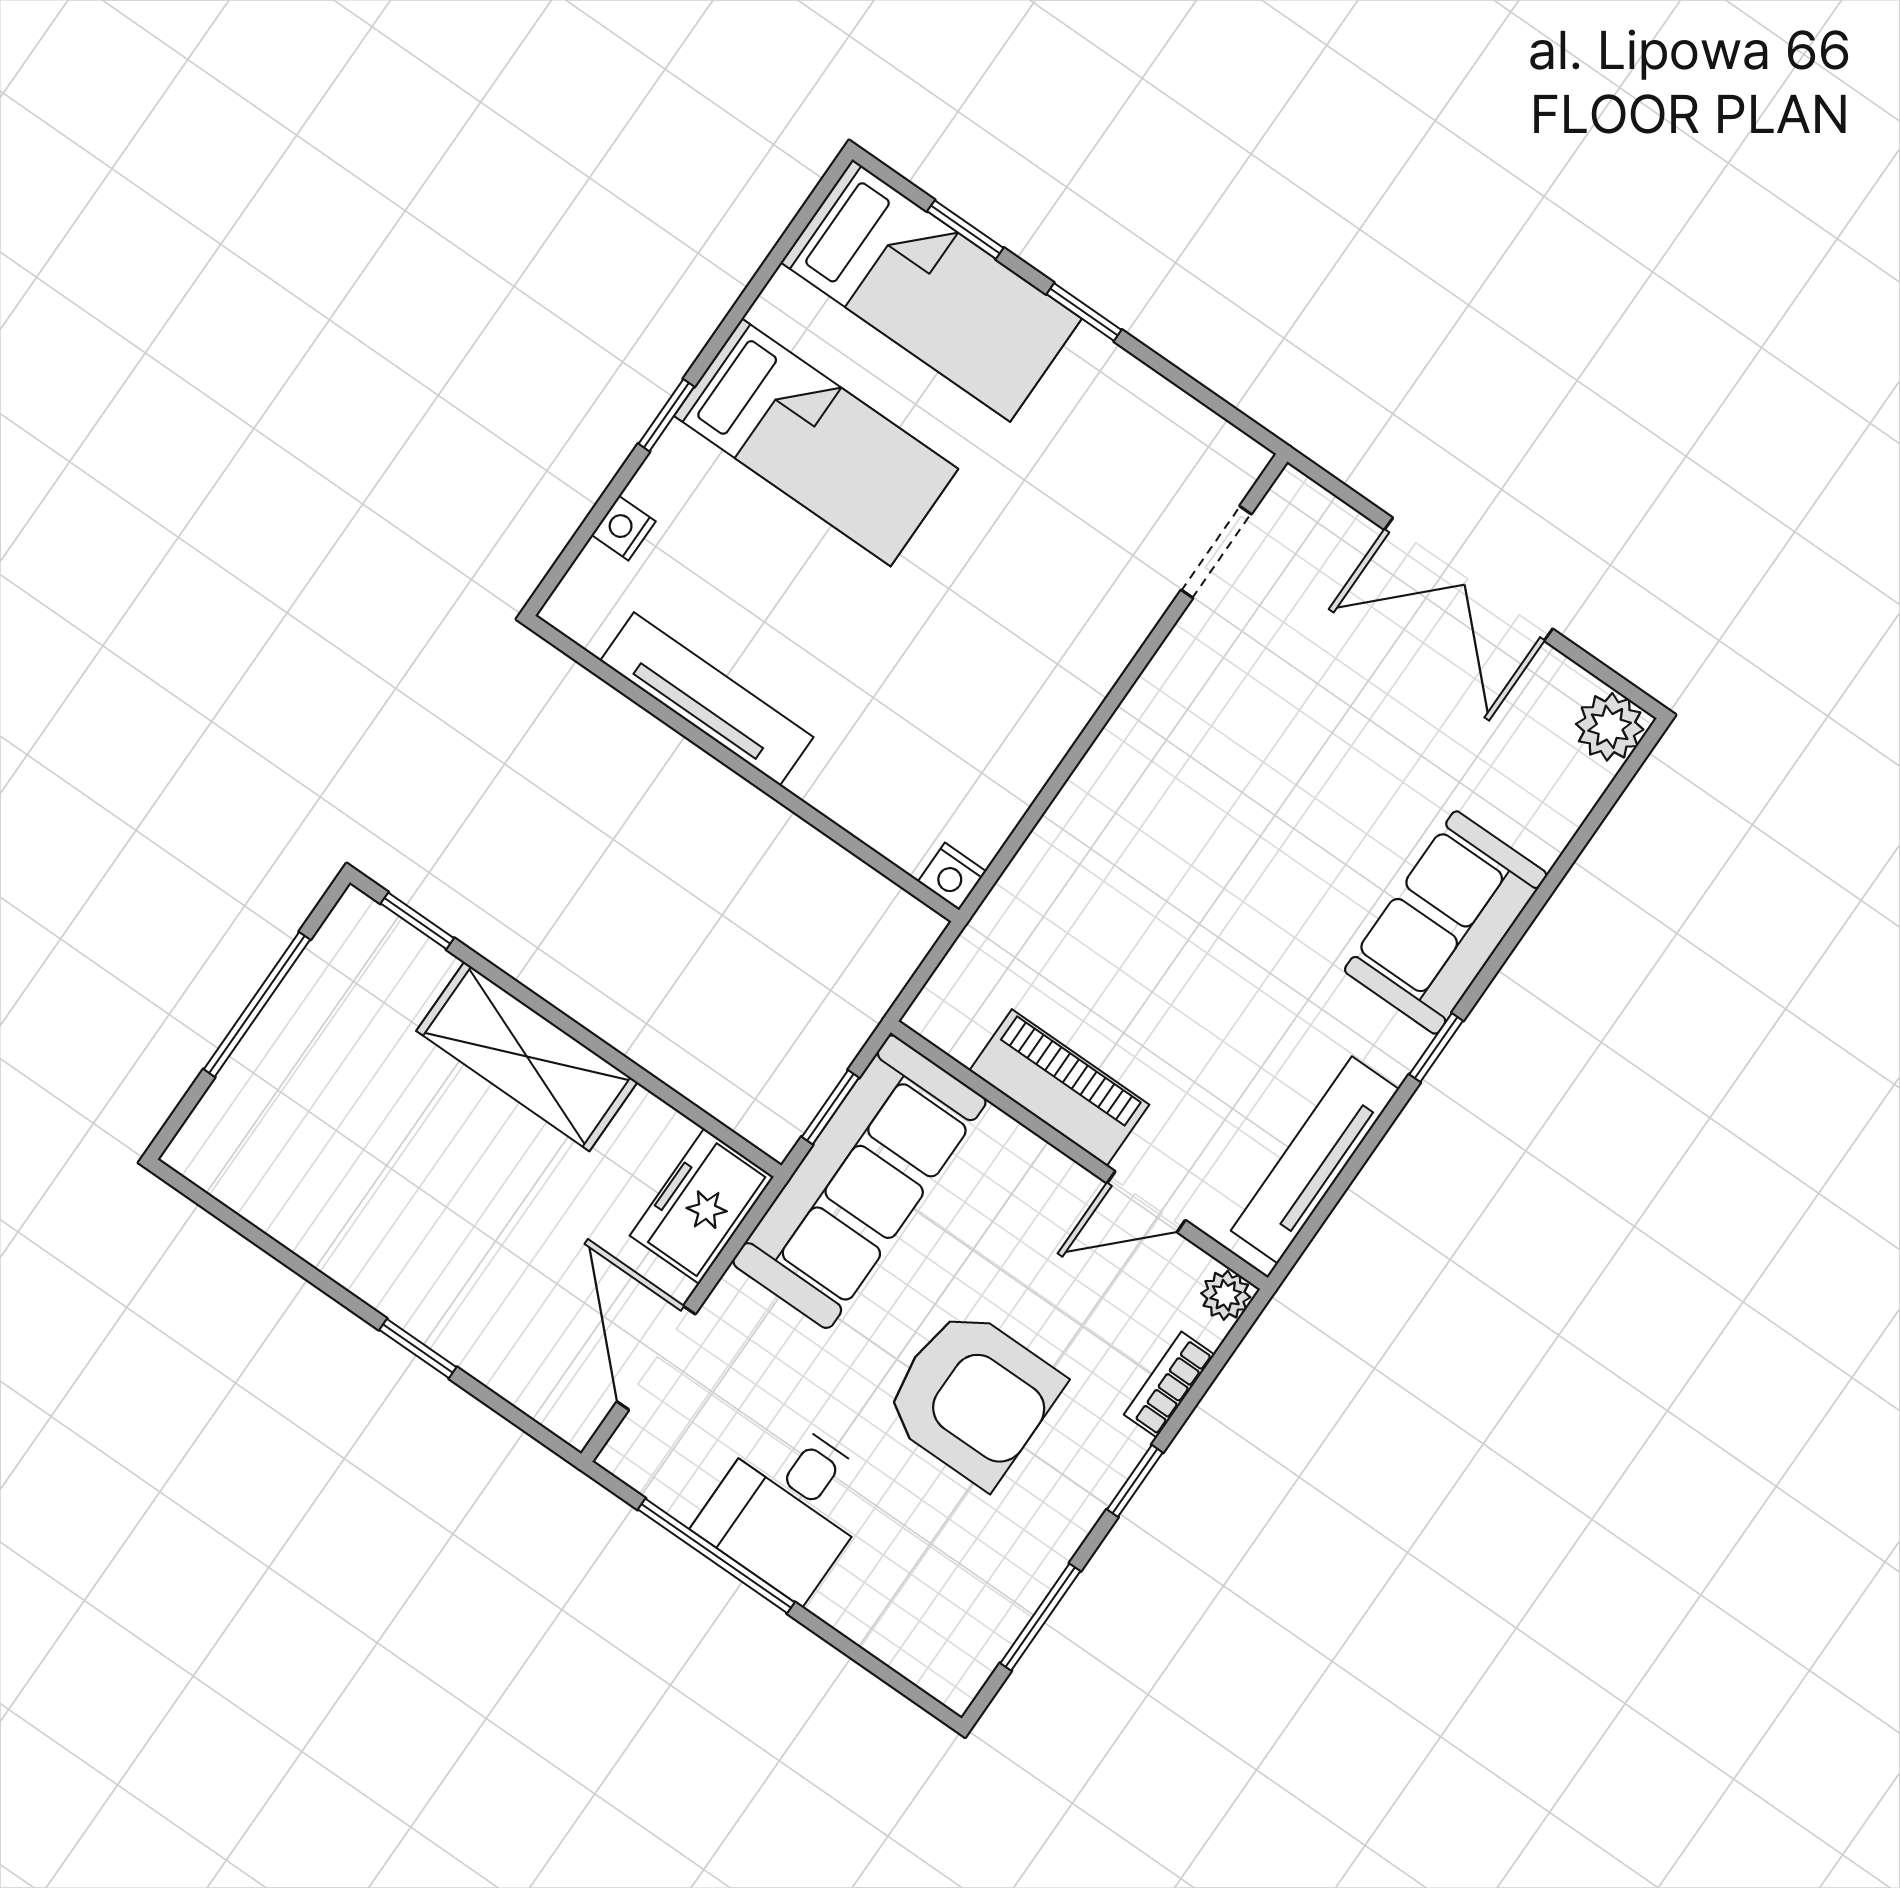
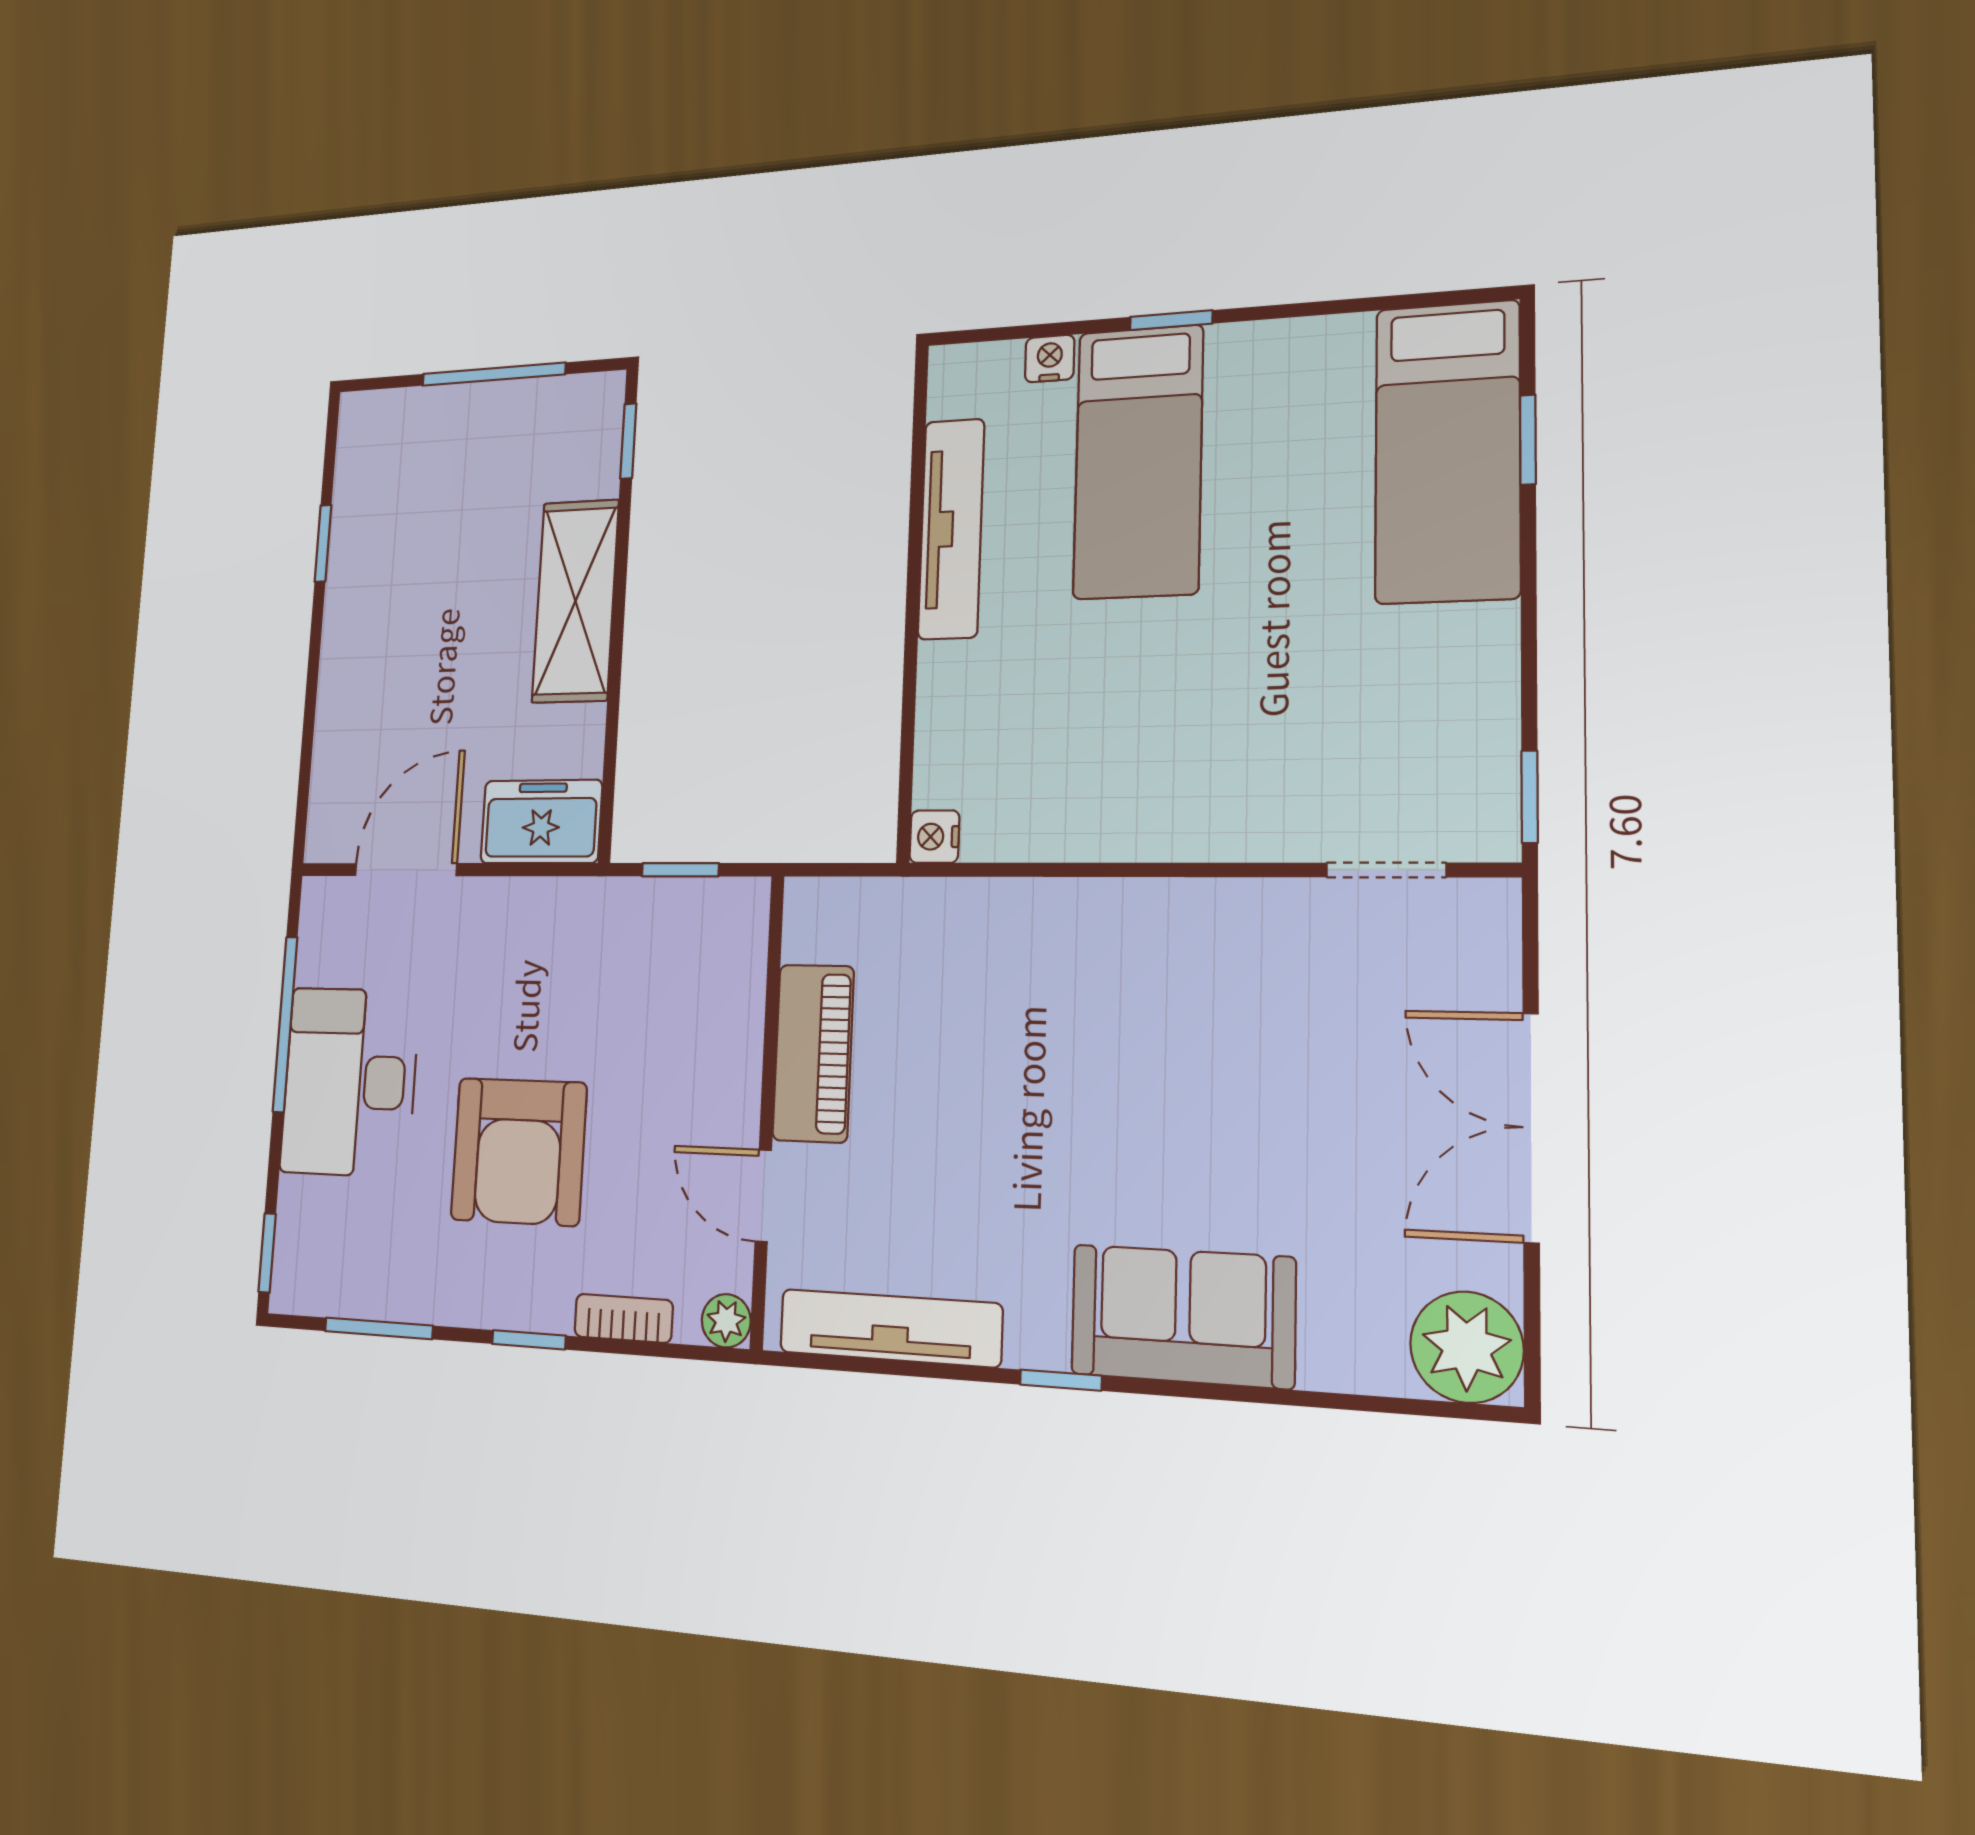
window: (1084, 312) -> (1530, 797), moved
bed: (816, 442) -> (1138, 462), moved
plant: (1610, 727) -> (1467, 1347), width x1.36, depth x1.36
sofa: (859, 1182) -> (635, 936), removed
window: (418, 1349) -> (323, 543), moved
desk: (788, 1507) -> (350, 1082), width x1.37
window: (908, 1689) -> (267, 1253), added

